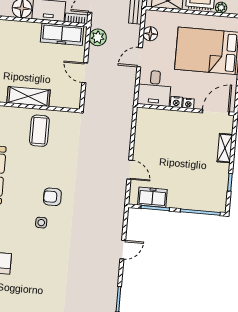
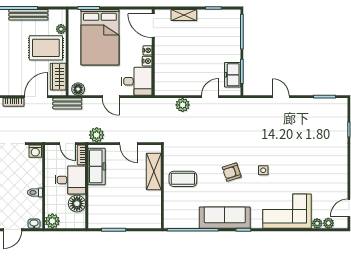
floor lamp: (150, 34) -> (78, 89), moved
door: (85, 73) -> (129, 144), hinge flipped
shelving: (28, 96) -> (154, 171), moved
plant: (123, 138) -> (183, 105), added
armchair: (52, 197) -> (232, 172), moved, turned 72

